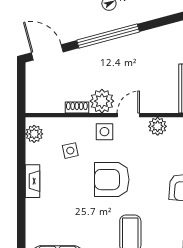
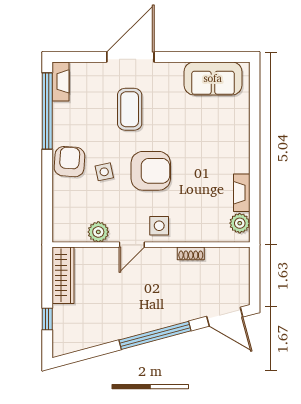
plant: (102, 101) -> (162, 261), removed
side table: (70, 151) -> (104, 172), moved
fireplace: (32, 181) -> (242, 193), moved

